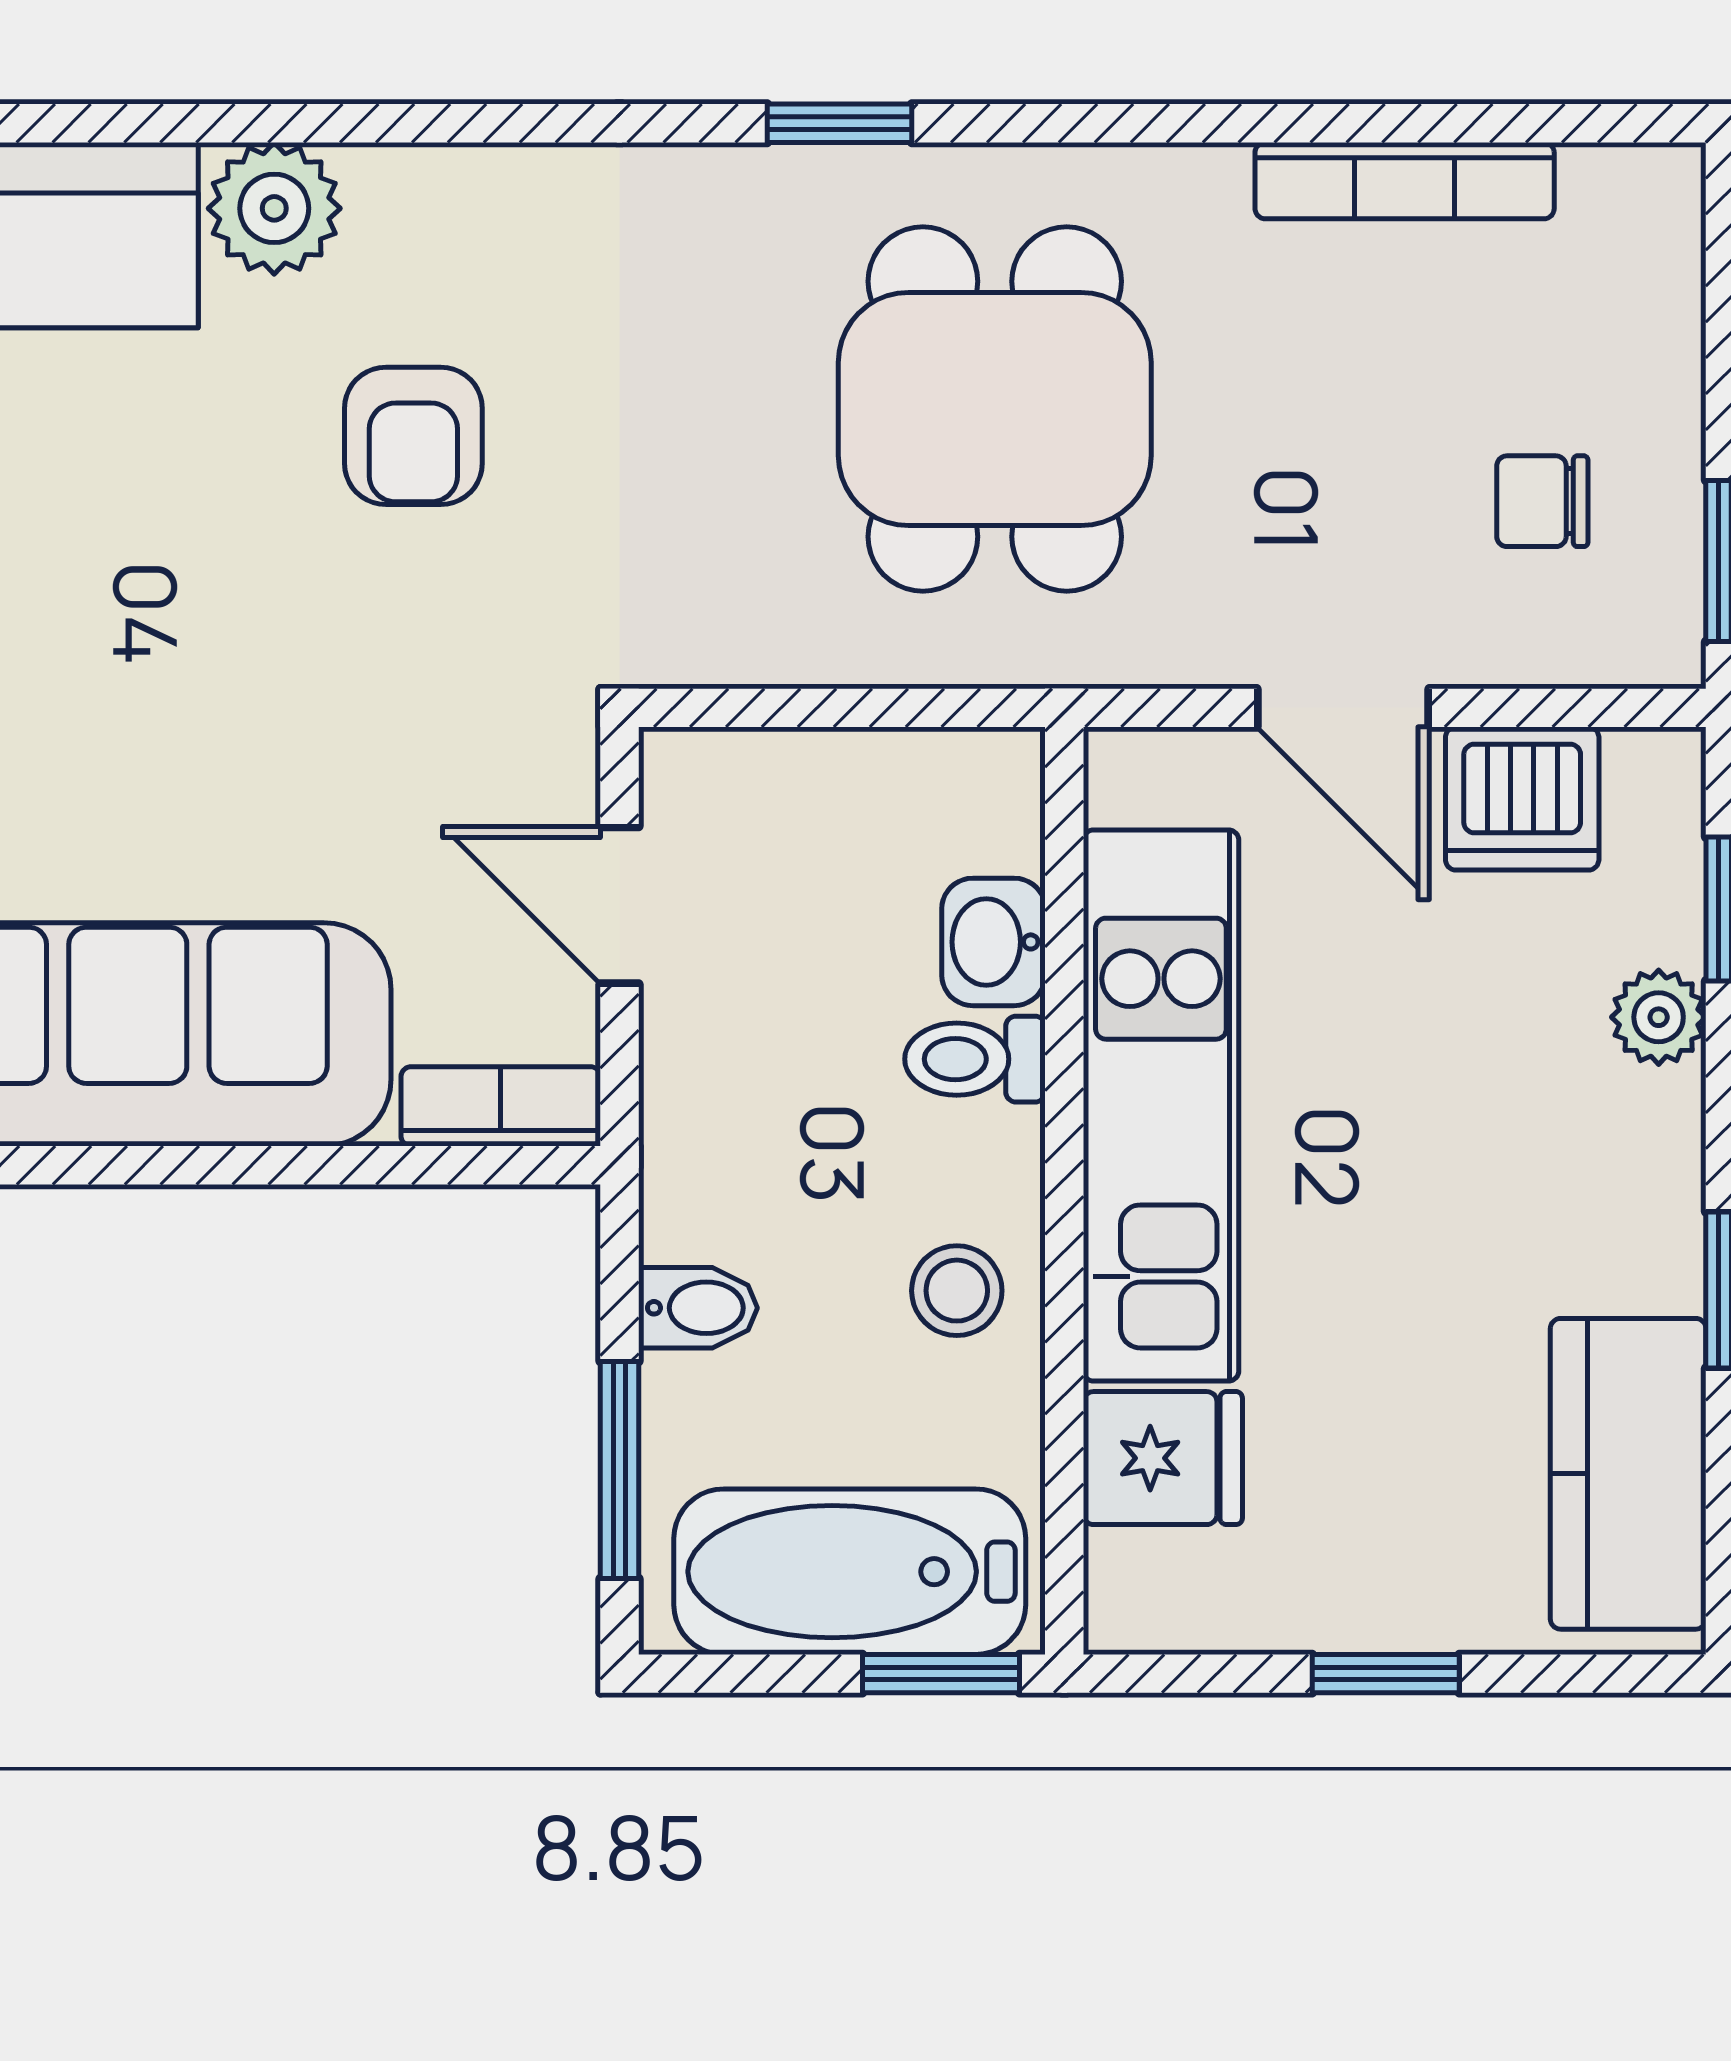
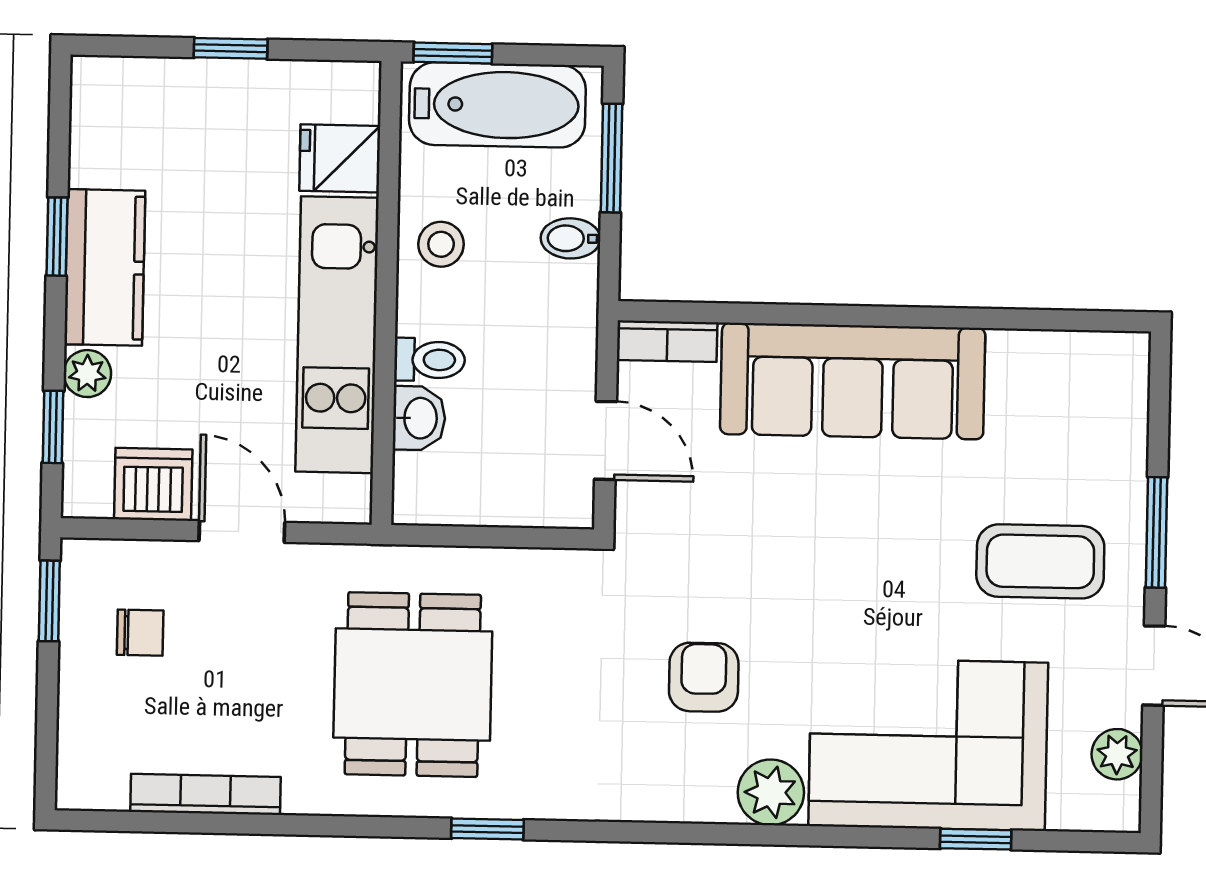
kitchen counter: (1628, 1474) -> (105, 267), moved

